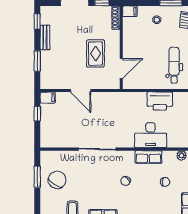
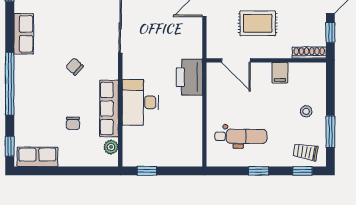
filing cabinet: (130, 11) -> (280, 73), moved
printer: (160, 101) -> (189, 77), moved
row of seats: (148, 157) -> (109, 108), width x1.48

